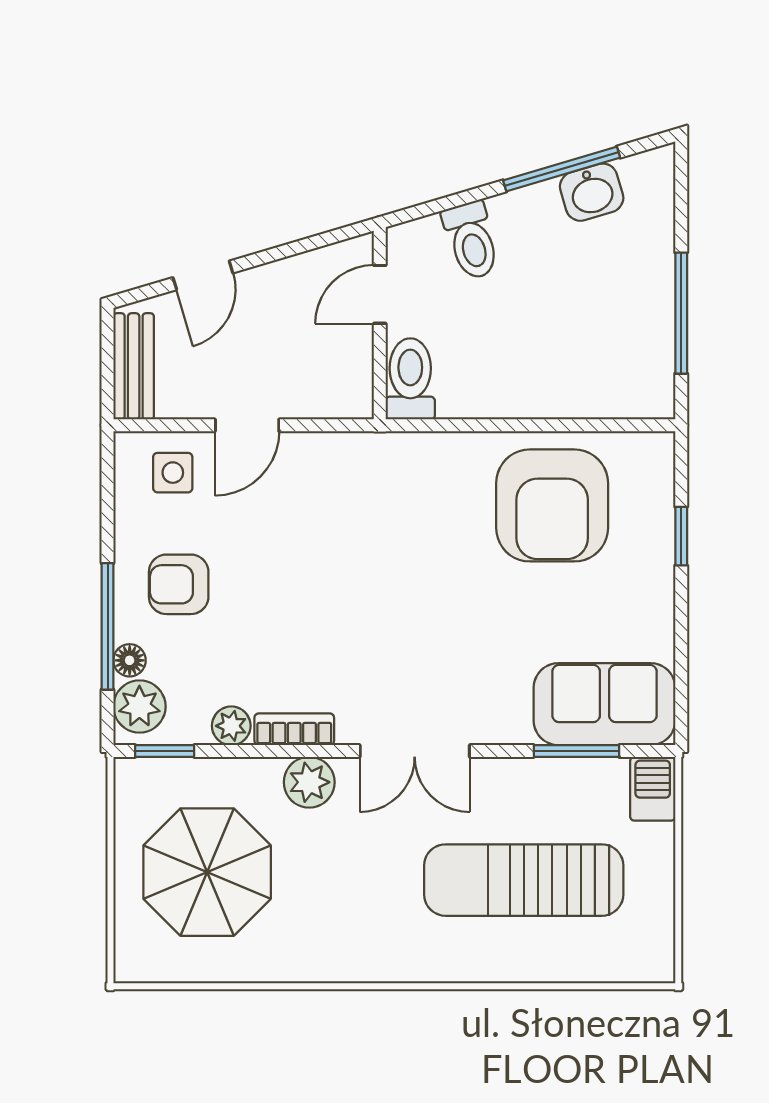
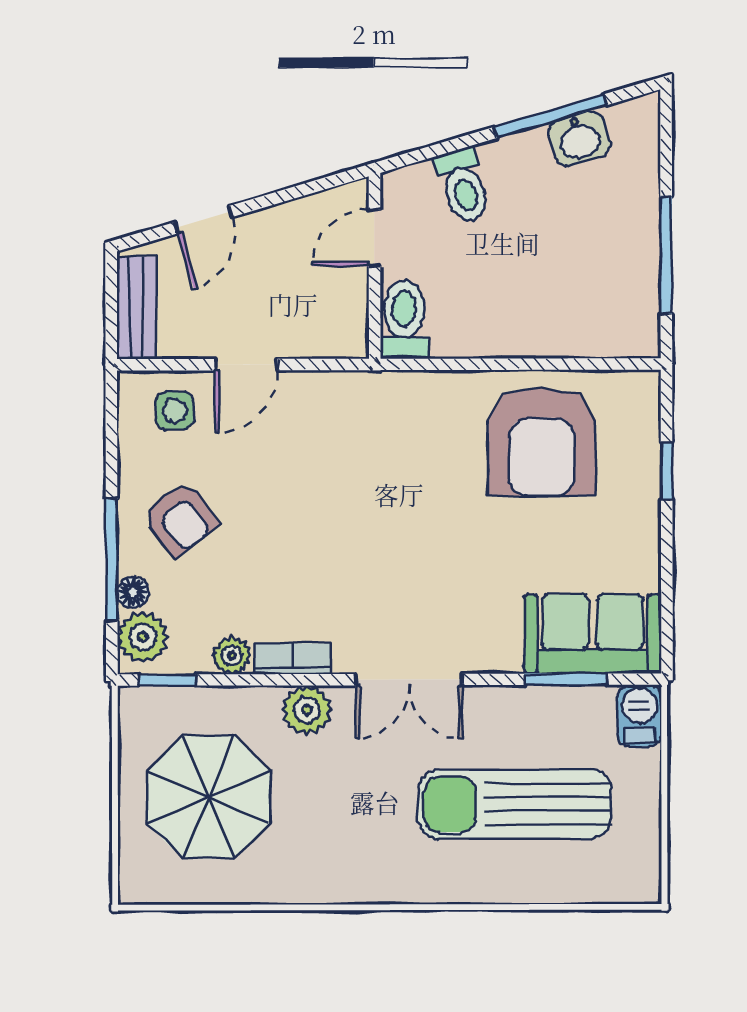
armchair: (179, 584) -> (180, 519), turned -127

